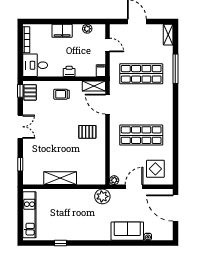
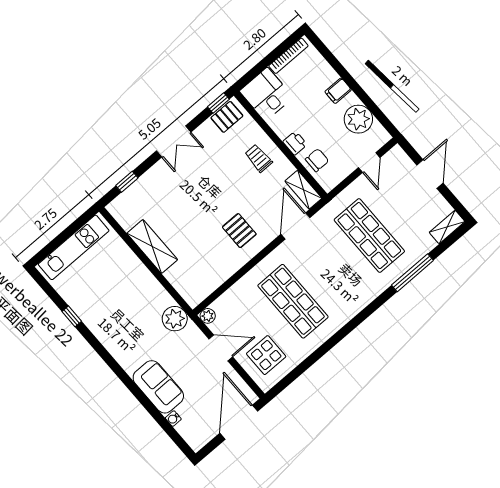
plant: (87, 29) -> (358, 119), width x1.87, depth x1.87
filing cabinet: (62, 31) -> (338, 91), width x0.50
chair: (86, 68) -> (317, 160), added
filing cabinet: (101, 71) -> (330, 182), removed

